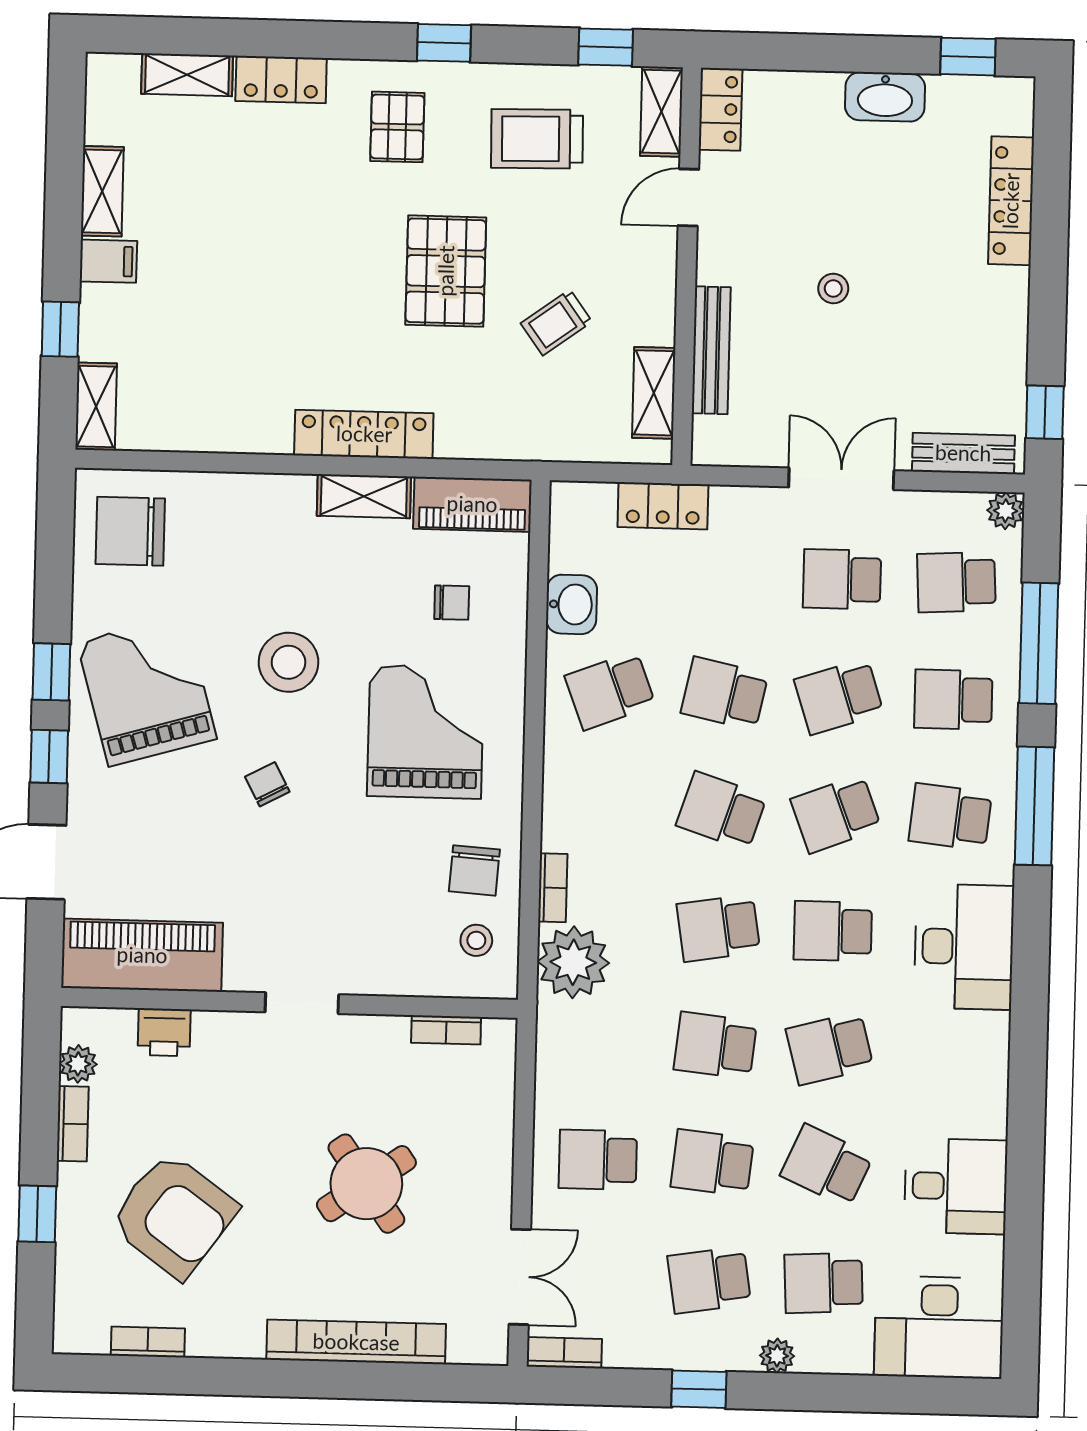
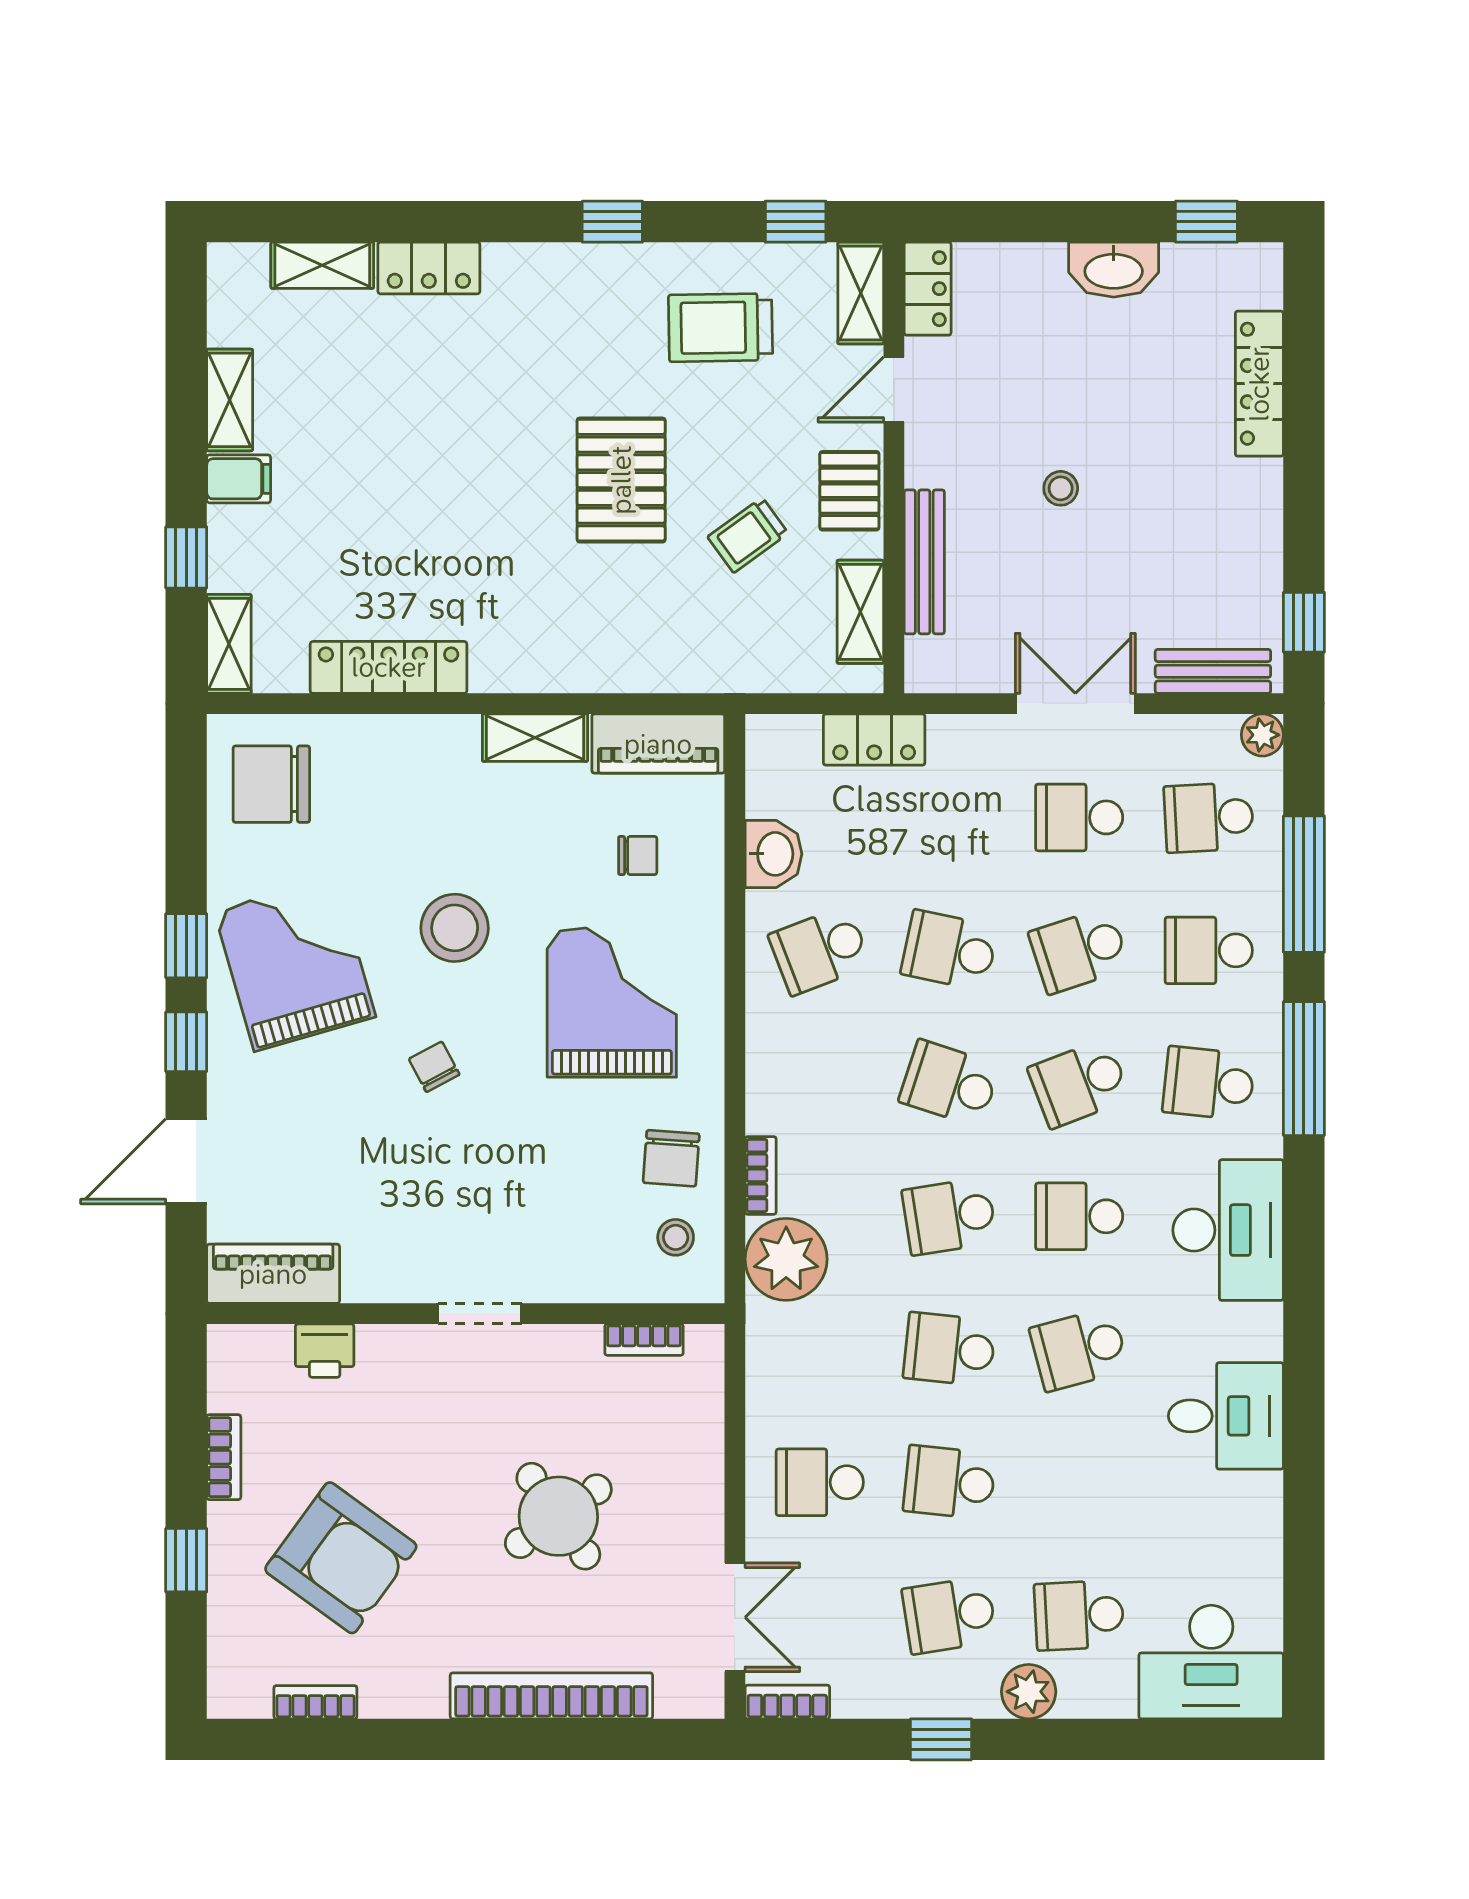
pallet: (397, 127) -> (849, 491), moved
locker: (364, 434) -> (389, 667), moved
piano: (142, 955) -> (273, 1274), width x0.73, depth x0.75
plant: (78, 1064) -> (228, 1389), removed
school desk: (827, 1166) -> (1079, 1482), removed
desk: (956, 1186) -> (1226, 1416), moved
plant: (777, 1356) -> (1029, 1692), width x1.38, depth x1.38

